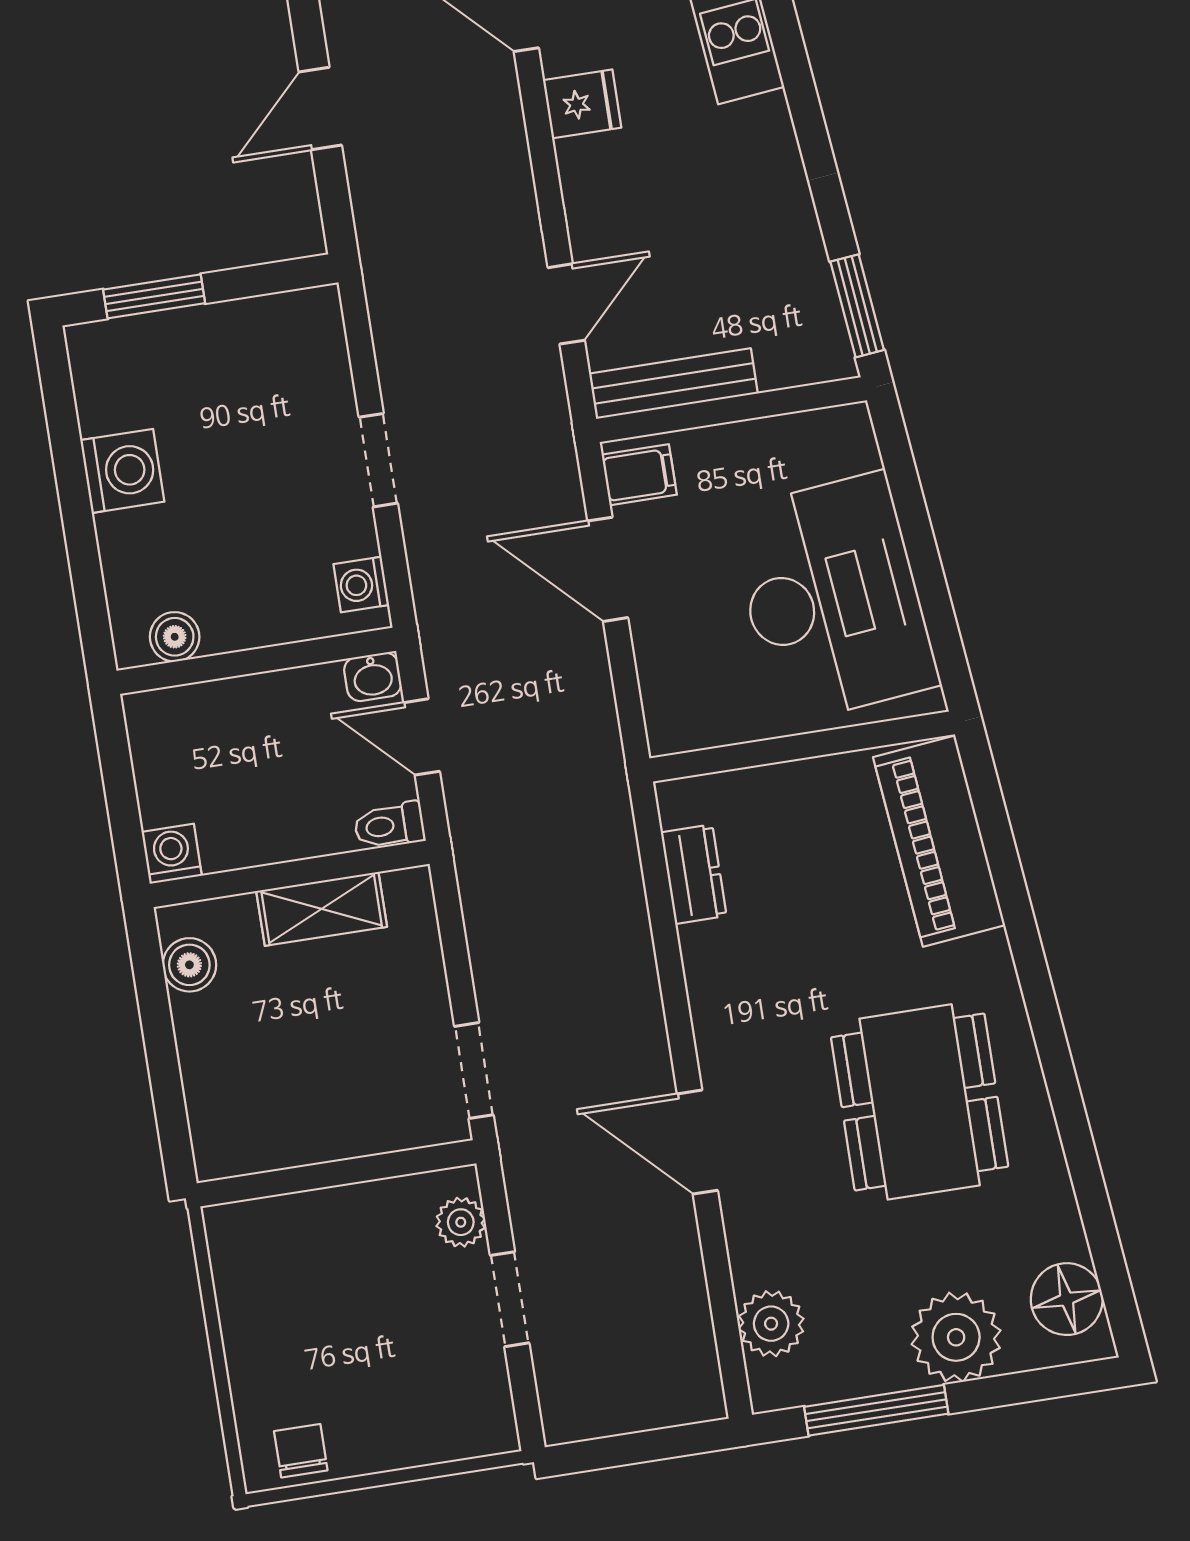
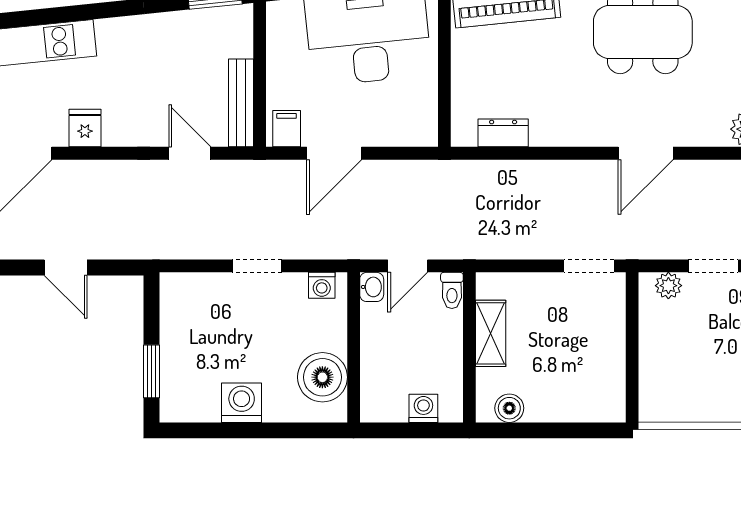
boiler: (175, 637) -> (322, 377), width x1.86, depth x1.86
washing machine: (172, 854) -> (423, 408), moved, turned 90

